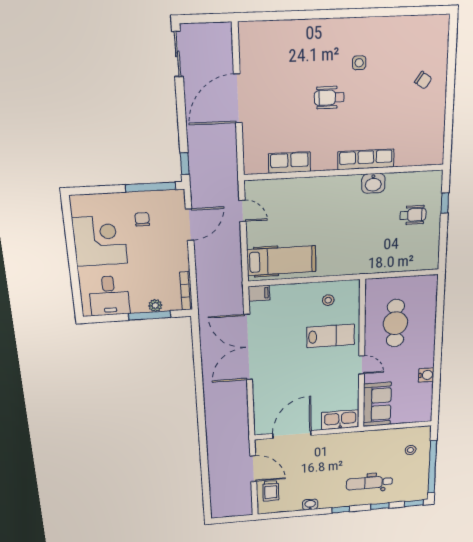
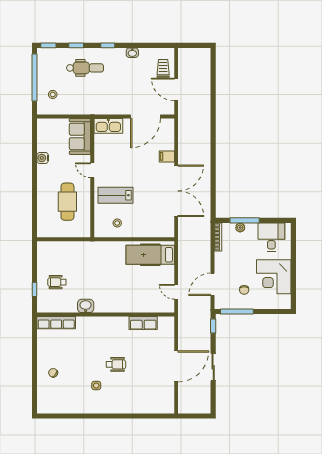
sliding door: (177, 54) -> (213, 367), moved
row of seats: (366, 159) -> (56, 323), moved
filing cabinet: (259, 293) -> (167, 156), moved

